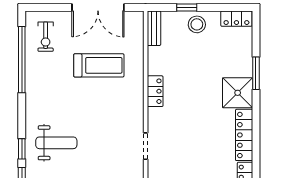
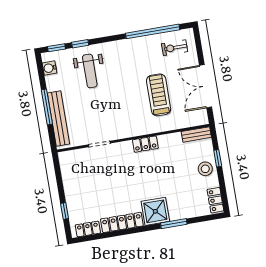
treadmill: (99, 65) -> (159, 95), turned 180

